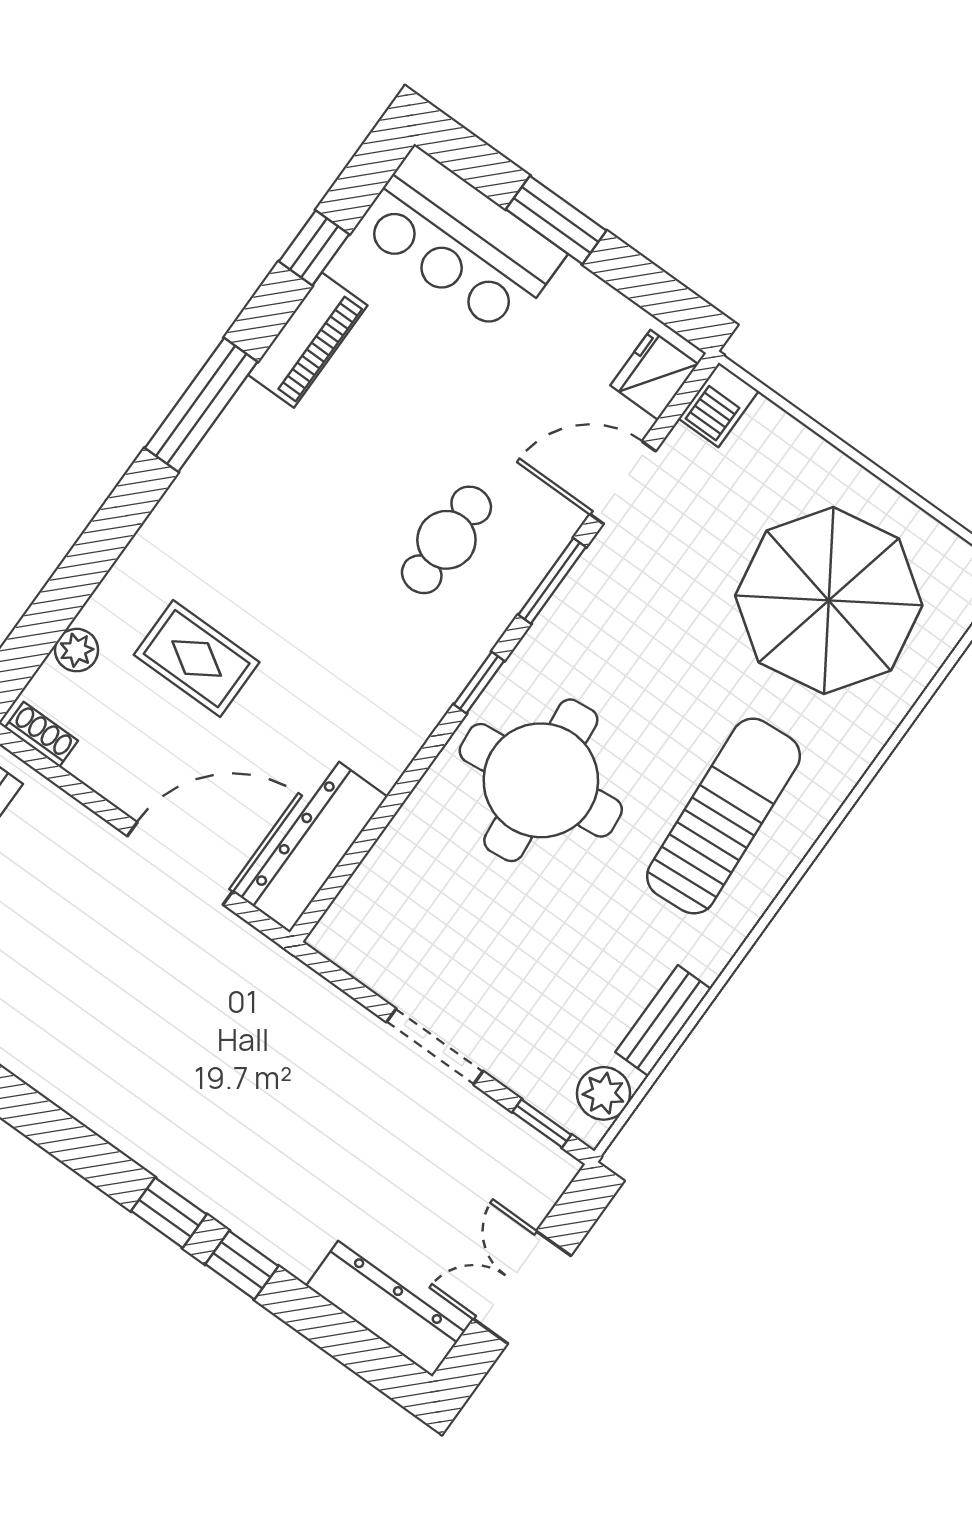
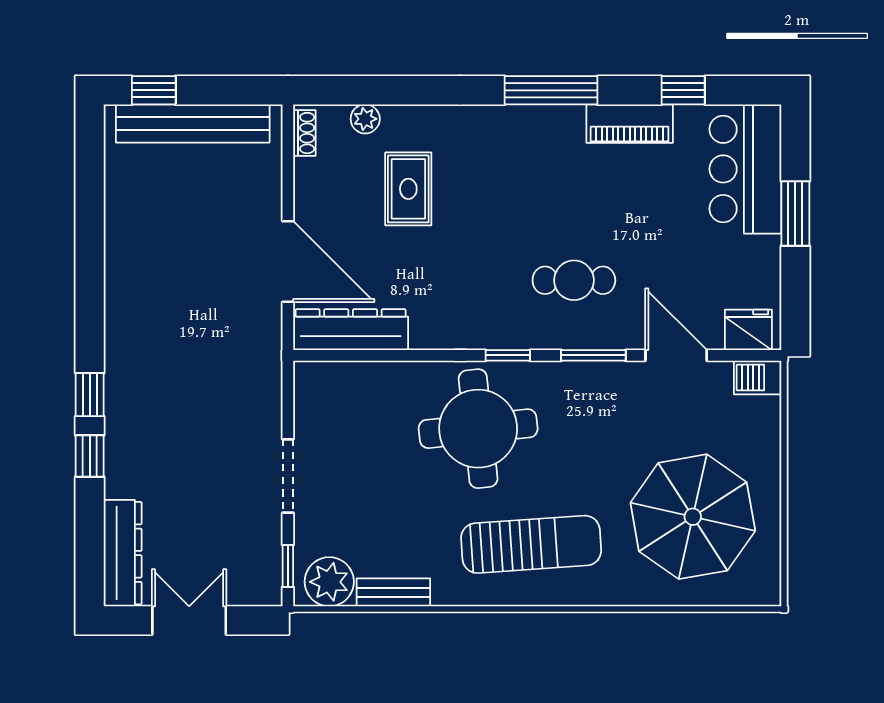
plant: (604, 1093) -> (329, 582), width x1.36, depth x1.36

